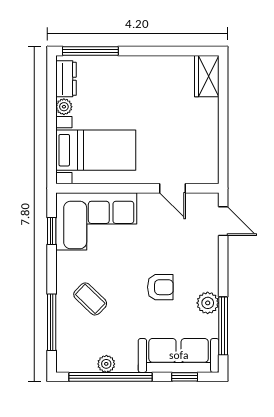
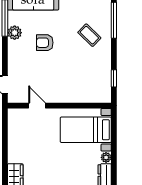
corner sofa: (96, 221) -> (86, 85), removed

